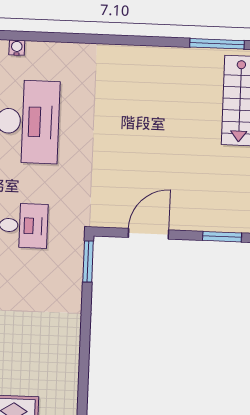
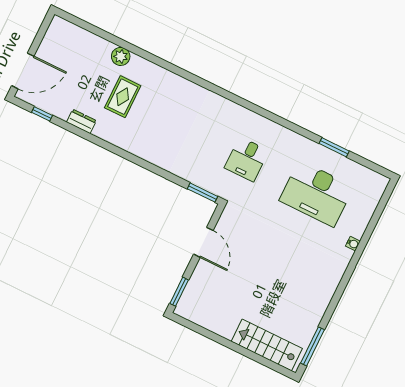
water cooler: (17, 48) -> (353, 244), moved

